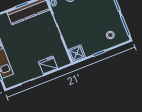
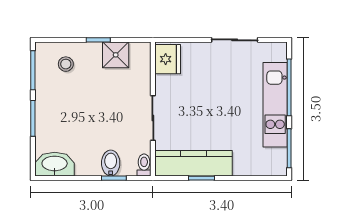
shower: (77, 53) -> (116, 55), moved
fridge: (48, 65) -> (168, 59), moved, turned -90

